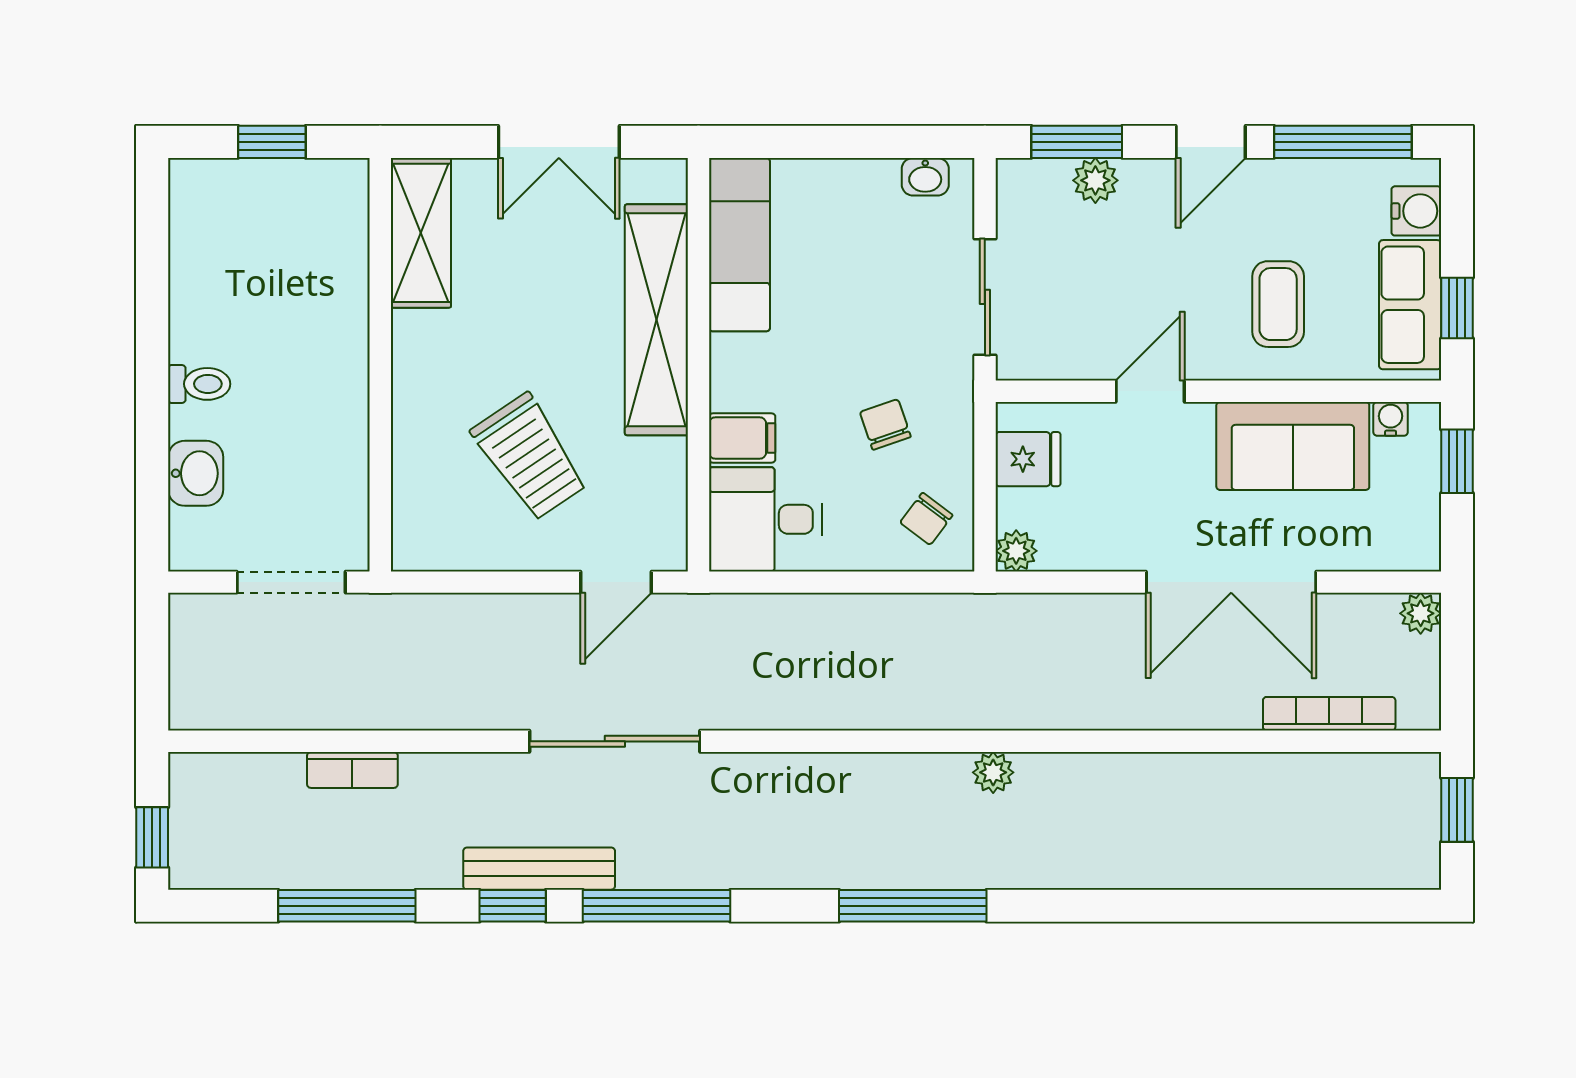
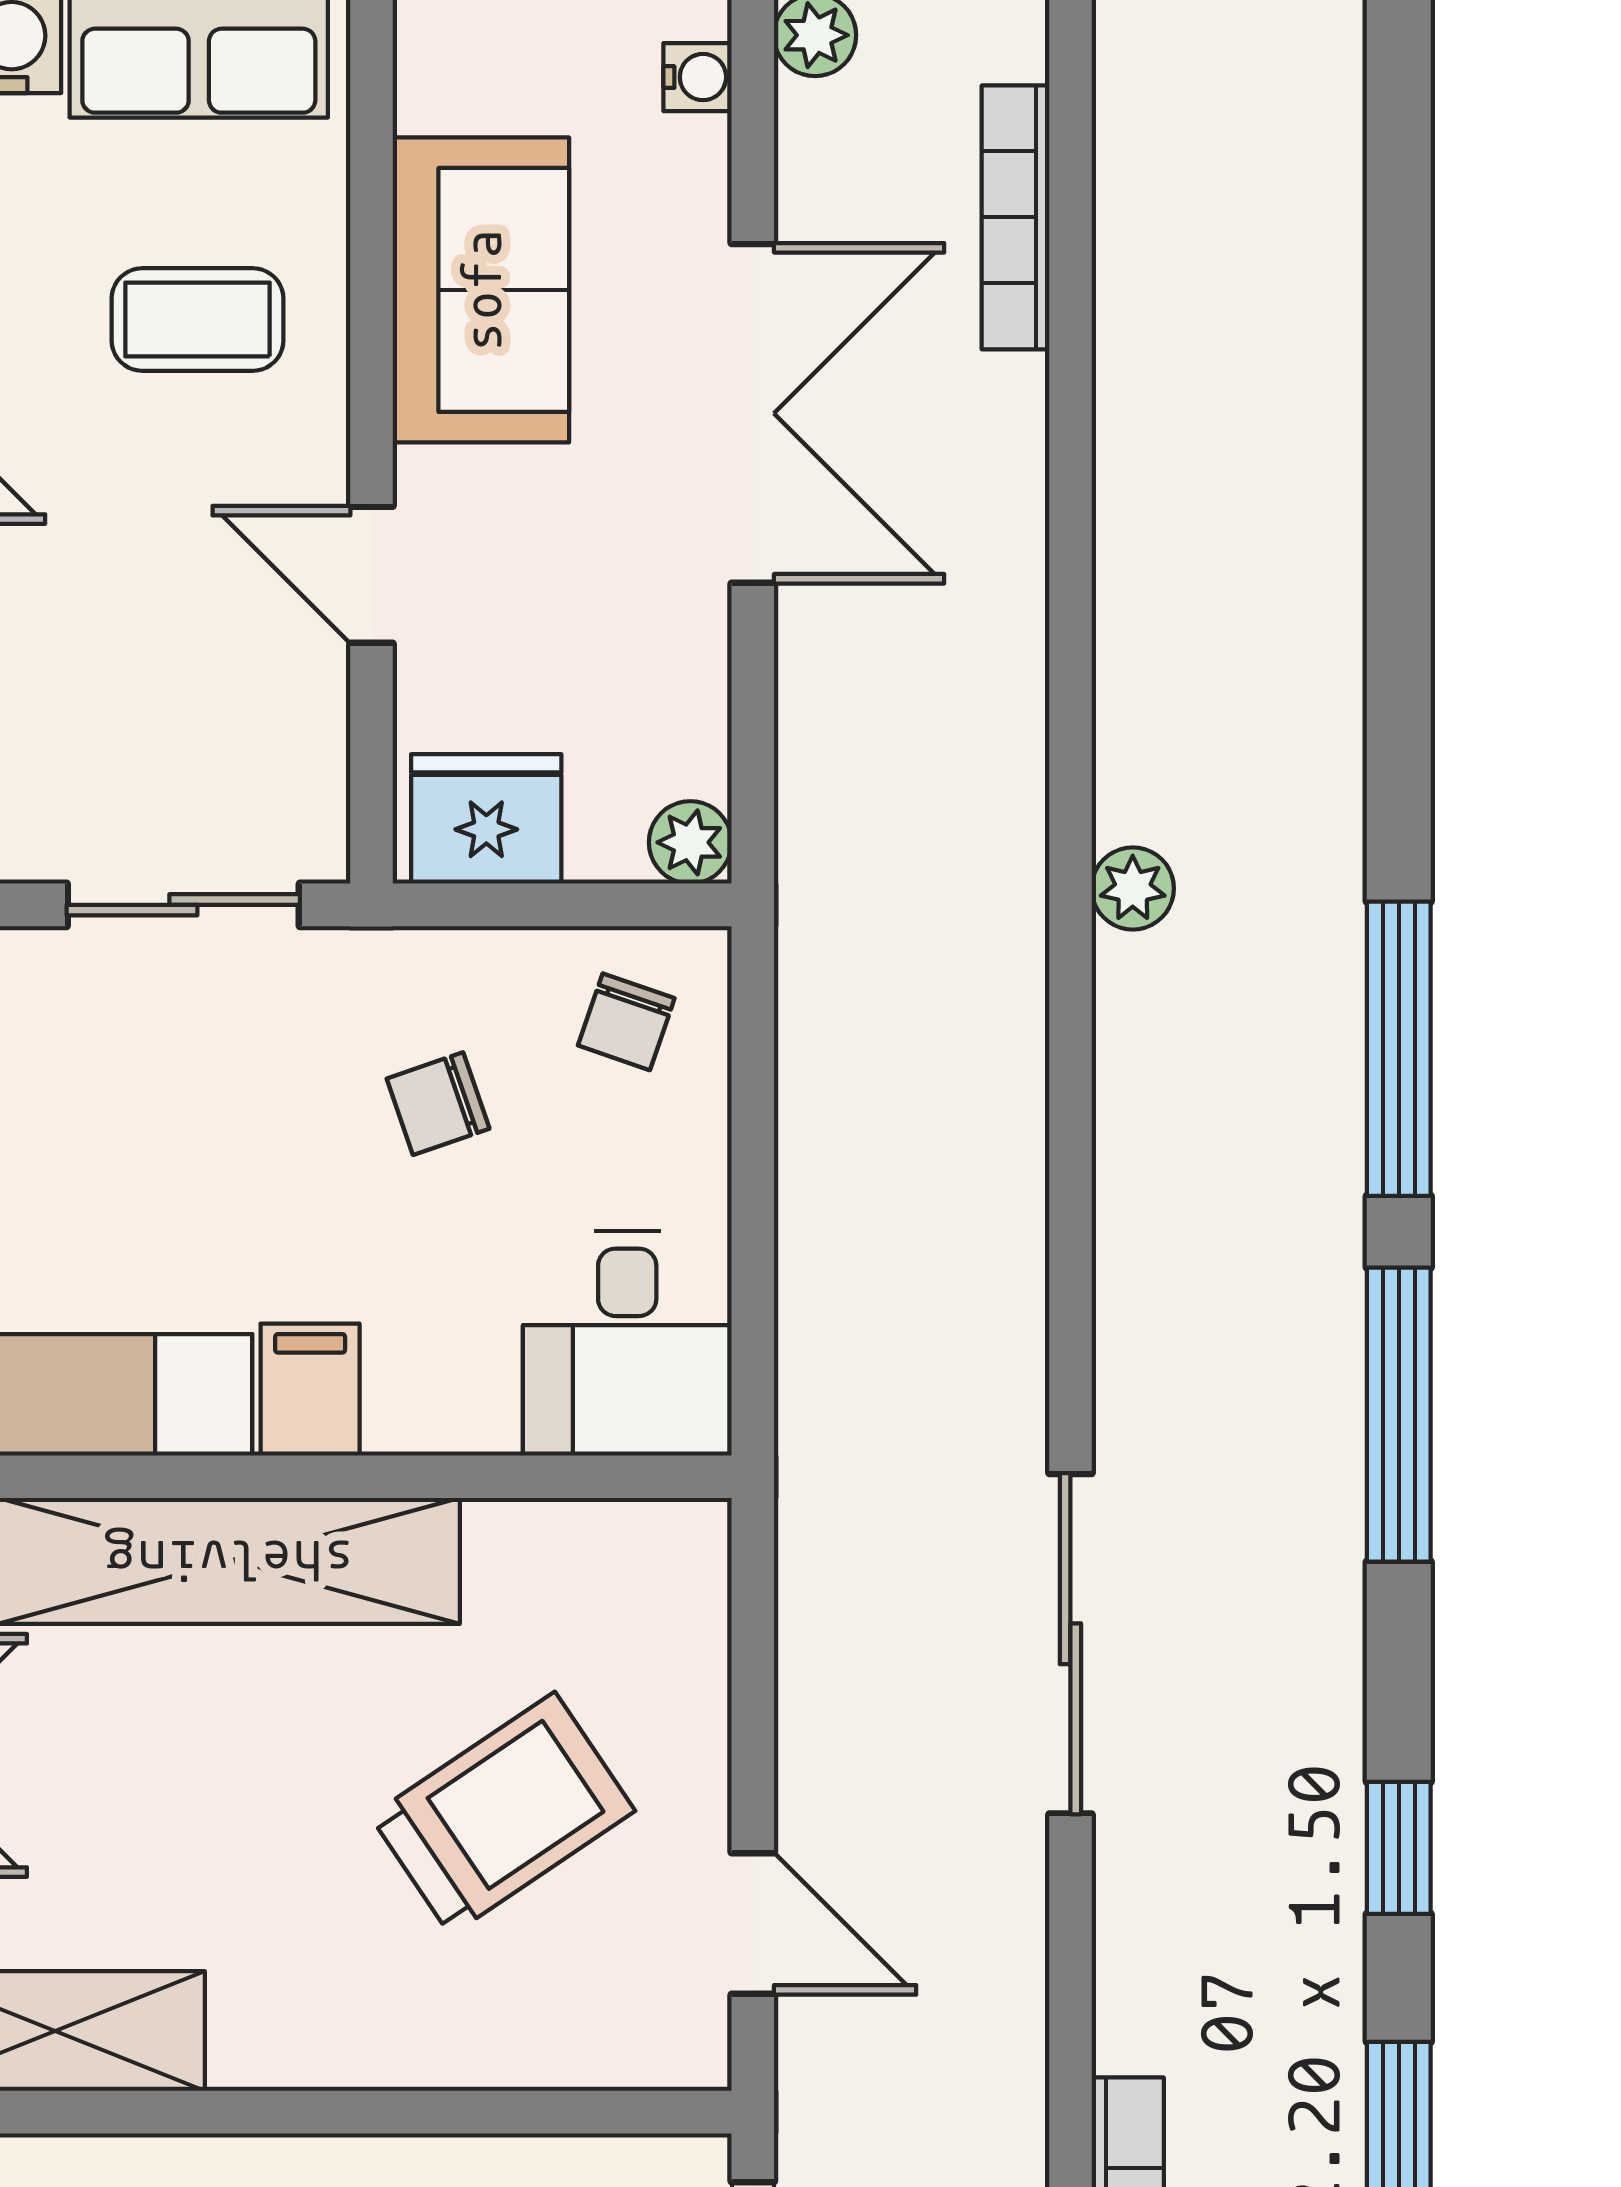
water cooler: (1391, 419) -> (697, 77), moved, turned 180
filing cabinet: (742, 438) -> (310, 1390), moved
fridge: (1028, 459) -> (486, 819), width x1.38
chair: (926, 519) -> (626, 1022), turned 72
door: (616, 582) -> (753, 1924), moved
bench: (539, 869) -> (1325, 1795), removed
window: (657, 906) -> (1399, 1415), moved

